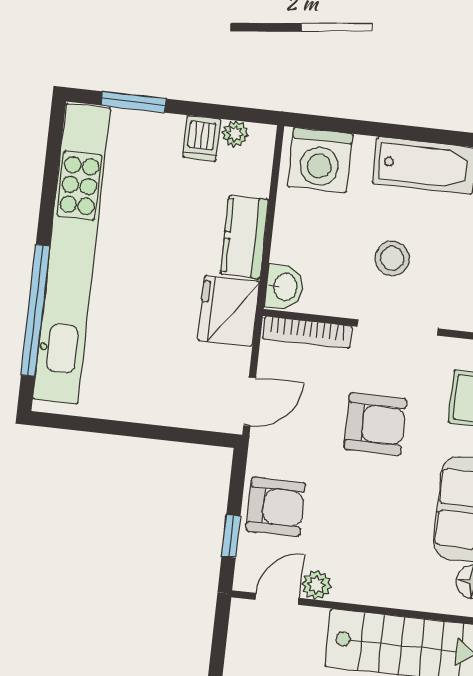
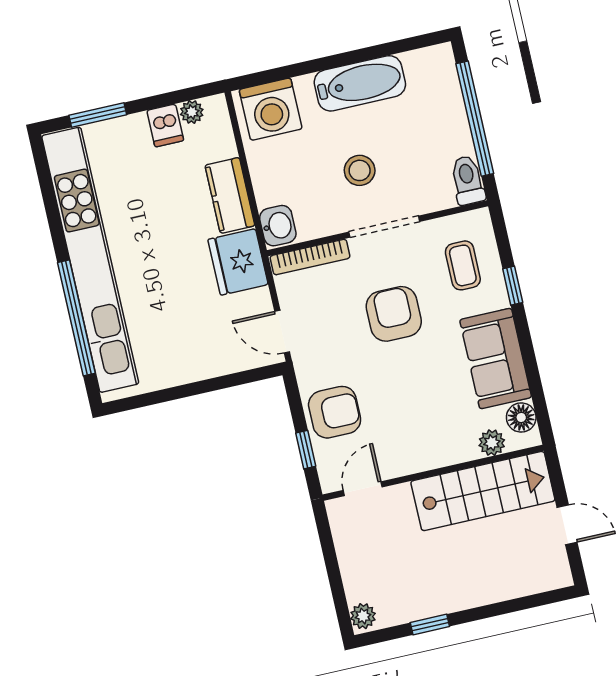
door: (250, 402) -> (282, 332), swing flipped
armchair: (375, 424) -> (394, 314), turned -90
plant: (317, 585) -> (492, 443), moved

